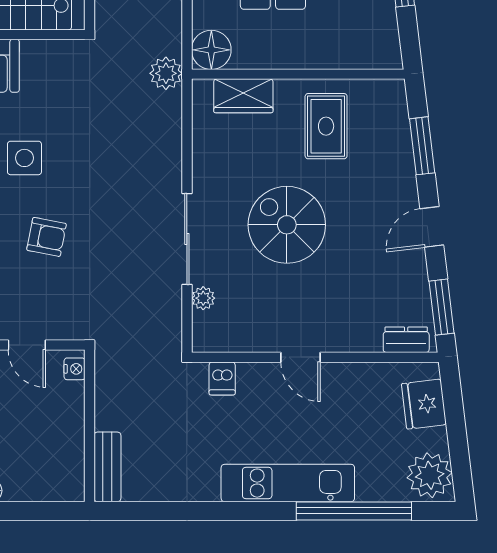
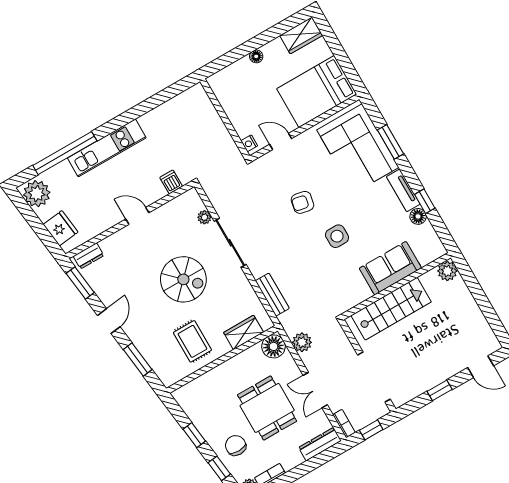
plant: (166, 73) -> (302, 342), moved
bench: (107, 467) -> (272, 295), moved

